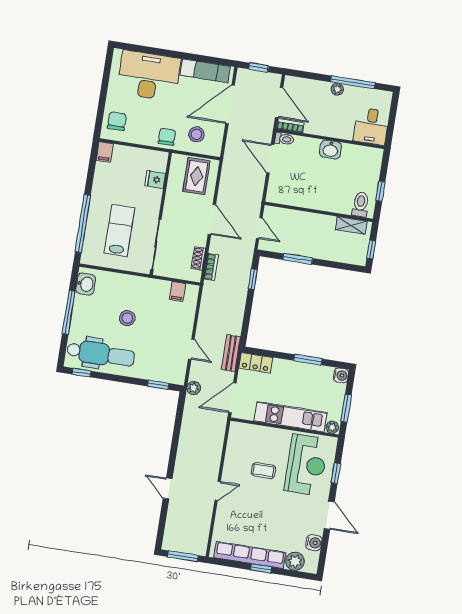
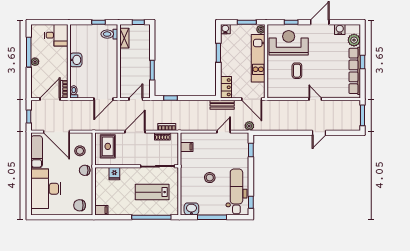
door: (270, 159) -> (103, 99), moved
rug: (197, 176) -> (108, 146), turned 90

